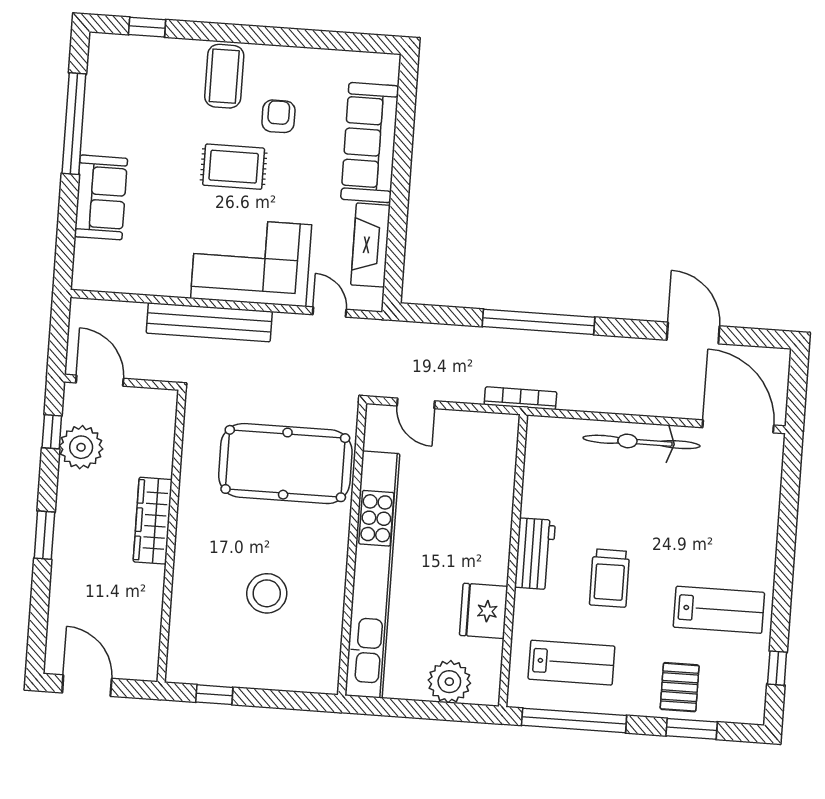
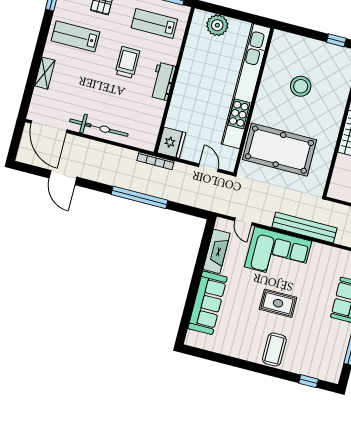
armchair: (278, 116) -> (251, 324), removed
shelving: (765, 528) -> (45, 73), added
fridge: (484, 611) -> (172, 143), moved

